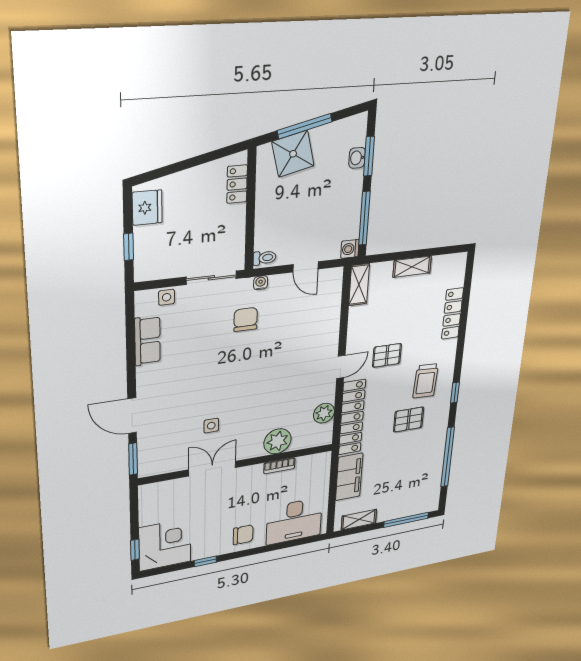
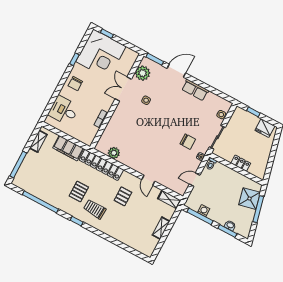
locker: (237, 184) -> (241, 163), moved
washing machine: (350, 249) -> (204, 211), moved
locker: (452, 313) -> (123, 238), removed
row of seats: (147, 341) -> (195, 90), moved
door: (341, 367) -> (148, 180), moved
plant: (277, 441) -> (143, 73), moved
double door: (212, 469) -> (123, 89), swing flipped
desk: (294, 521) -> (64, 110), width x0.73
corner desk: (165, 545) -> (101, 54), width x1.36, depth x1.36

